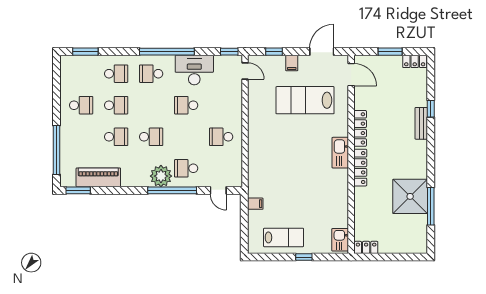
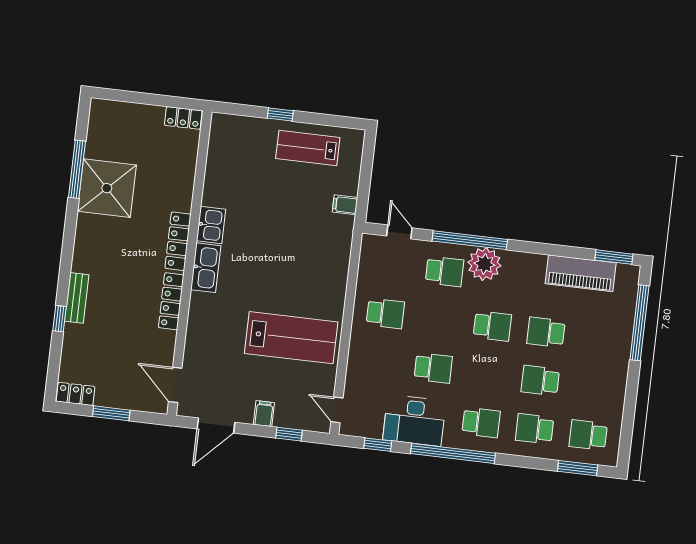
window: (229, 52) -> (378, 445), moved
lab bench: (305, 100) -> (291, 338), moved
school desk: (81, 105) -> (588, 435), moved
school desk: (151, 137) -> (492, 326), turned 180
kitchen sink: (340, 240) -> (211, 225), moved

